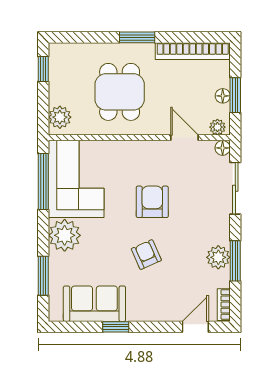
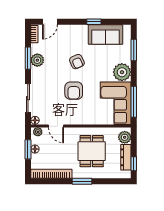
dresser: (58, 81) -> (126, 157), added

